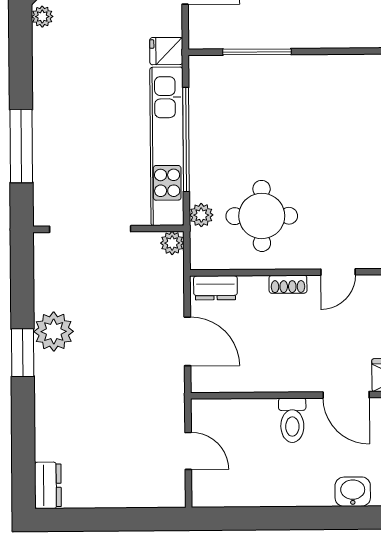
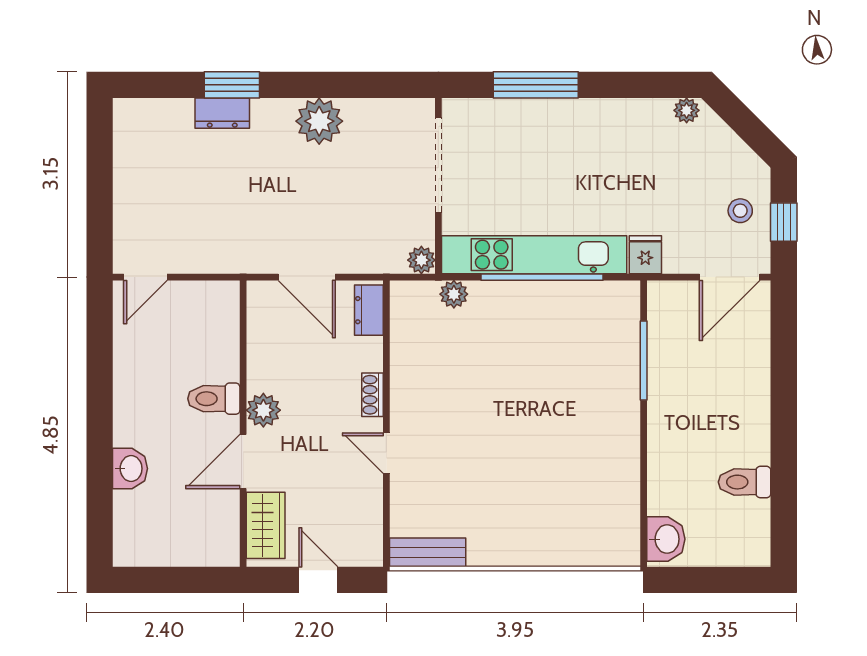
round table: (262, 216) -> (452, 365), removed
door: (187, 341) -> (307, 277), hinge flipped
window: (23, 353) -> (232, 85), moved
plant: (302, 378) -> (263, 410), added
door: (188, 451) -> (145, 277), moved
dresser: (48, 485) -> (222, 113), moved

